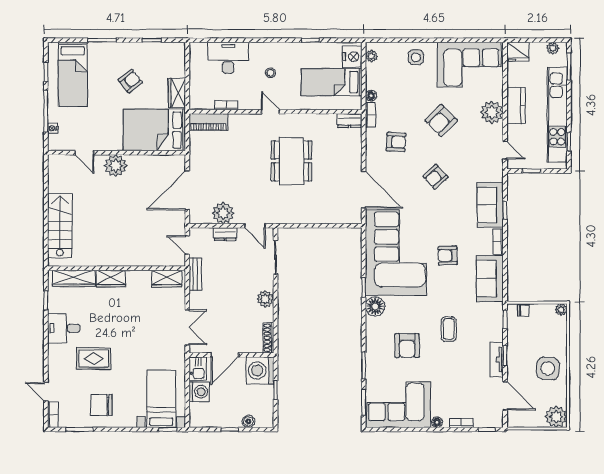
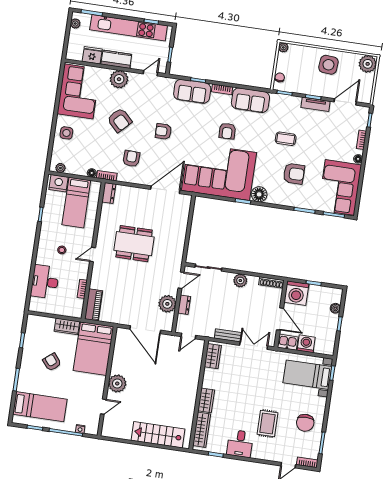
fridge: (518, 52) -> (92, 55), moved, turned -90
armchair: (435, 177) -> (163, 131), turned 132
bench: (195, 274) -> (228, 335), moved

